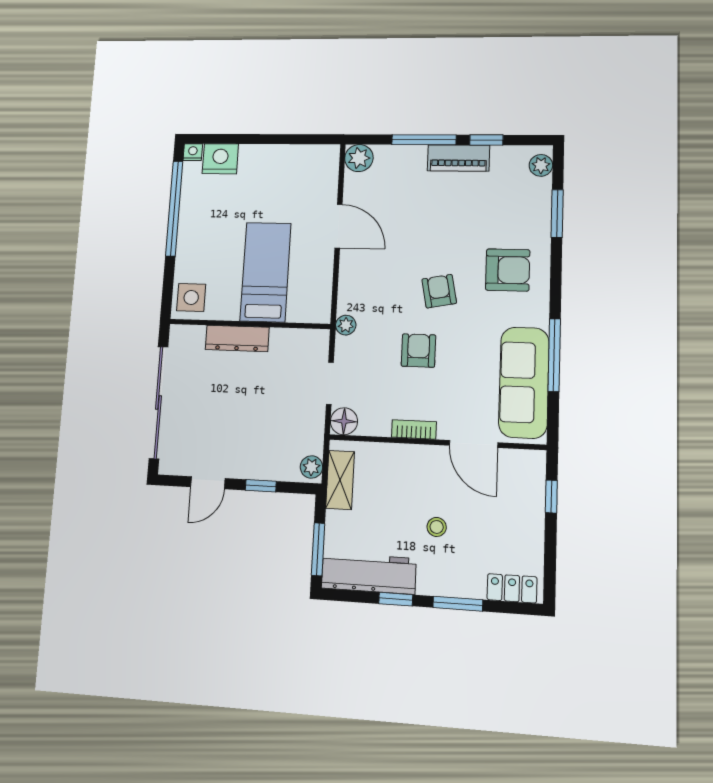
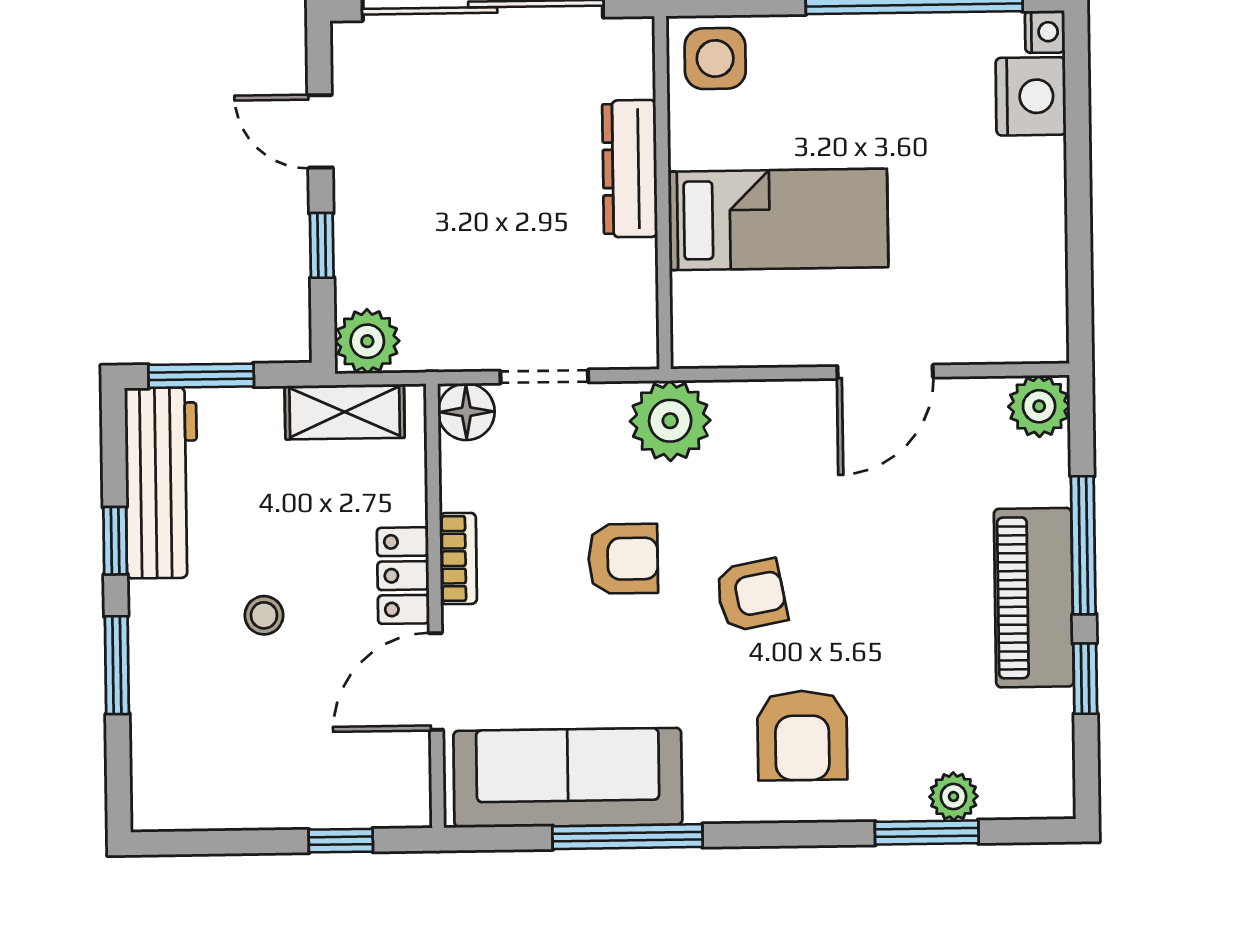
piano: (459, 158) -> (1034, 598), width x1.37, depth x1.33
plant: (541, 165) -> (953, 797), moved
plant: (346, 325) -> (670, 421), width x1.88, depth x1.88
plant: (311, 467) -> (367, 341), width x1.38, depth x1.38
locker: (512, 588) -> (403, 576), moved, turned 180

